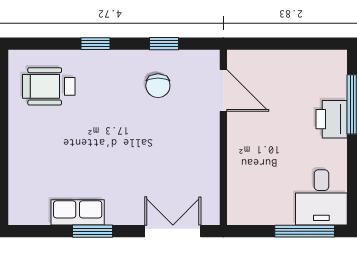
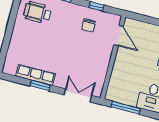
row of seats: (78, 212) -> (36, 75), width x1.48
window: (305, 231) -> (126, 108), moved

